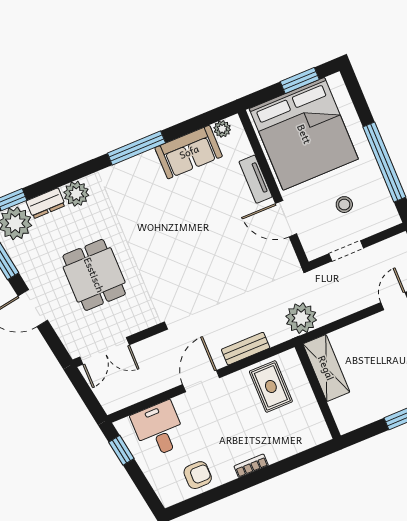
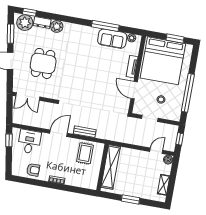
window: (136, 148) -> (105, 26), moved
plant: (301, 318) -> (115, 134), removed
shelving: (326, 368) -> (111, 167), width x1.47

